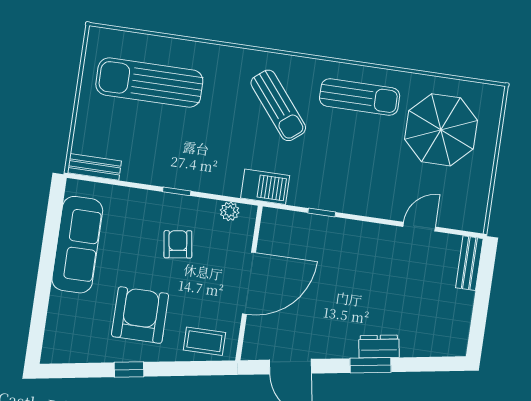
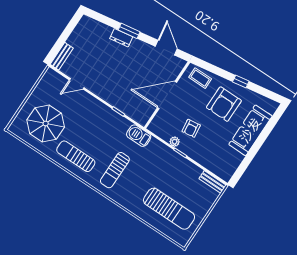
sun lounger: (278, 105) -> (115, 170), turned -141
plant: (230, 211) -> (175, 142), moved
sofa: (77, 245) -> (250, 130), moved

